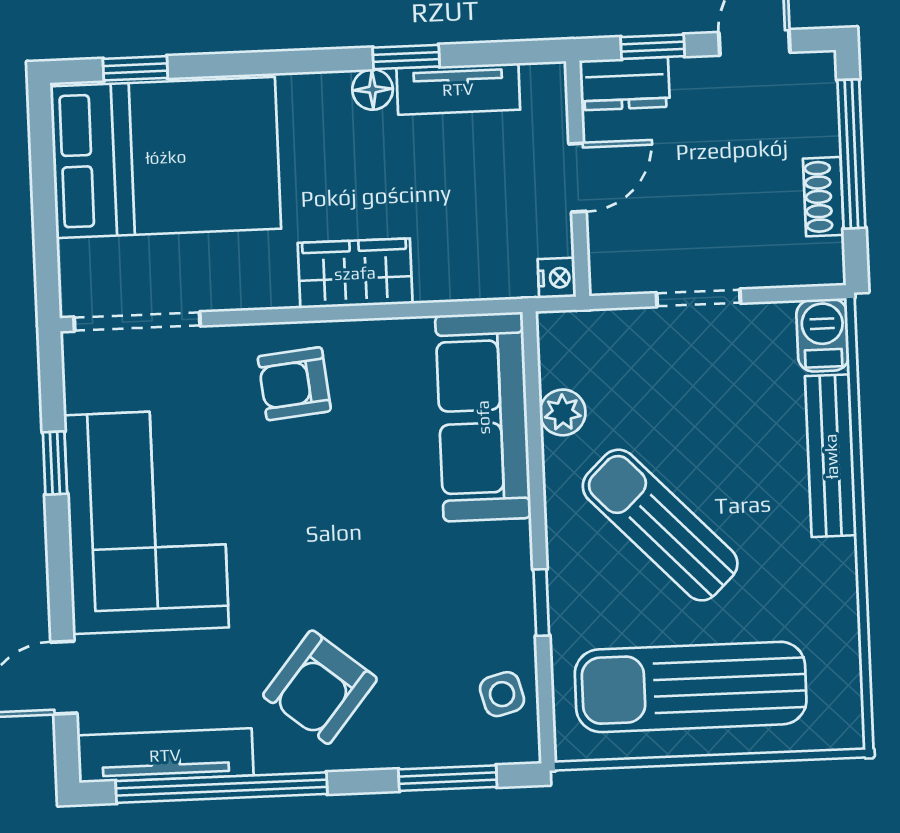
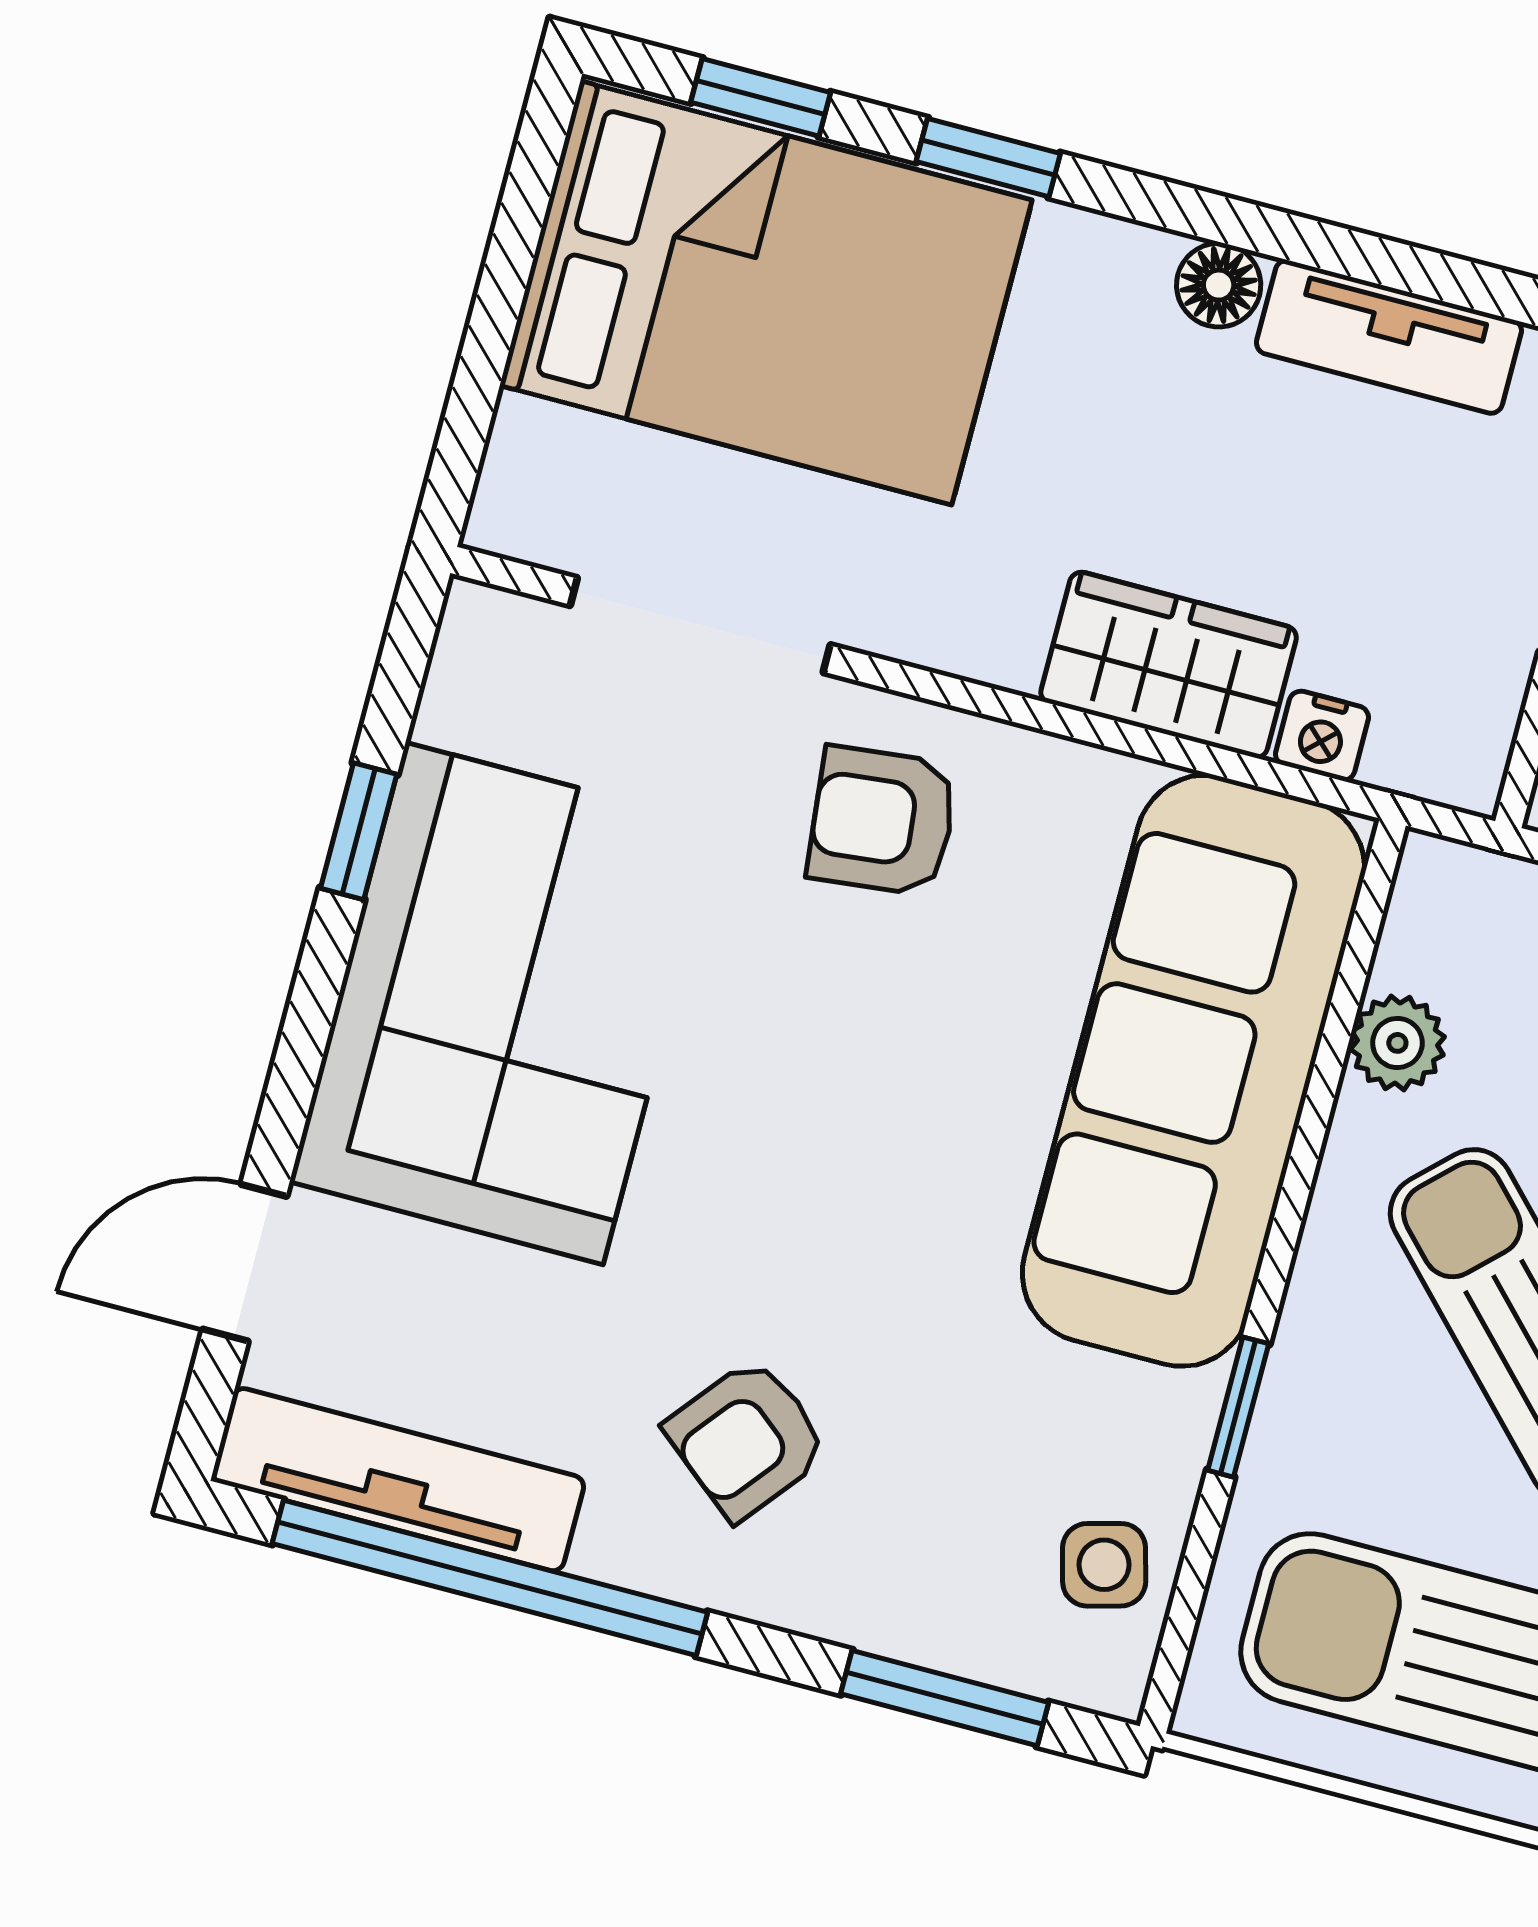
window: (406, 57) -> (988, 158), moved
wardrobe: (355, 273) -> (1169, 665), moved
nightstand: (557, 278) -> (1322, 736), moved, turned 90
doorway: (137, 321) -> (700, 625), moved
sofa: (483, 417) -> (1193, 1071), width x1.36, depth x1.27
armchair: (320, 687) -> (747, 1439), width x0.72, depth x0.72

